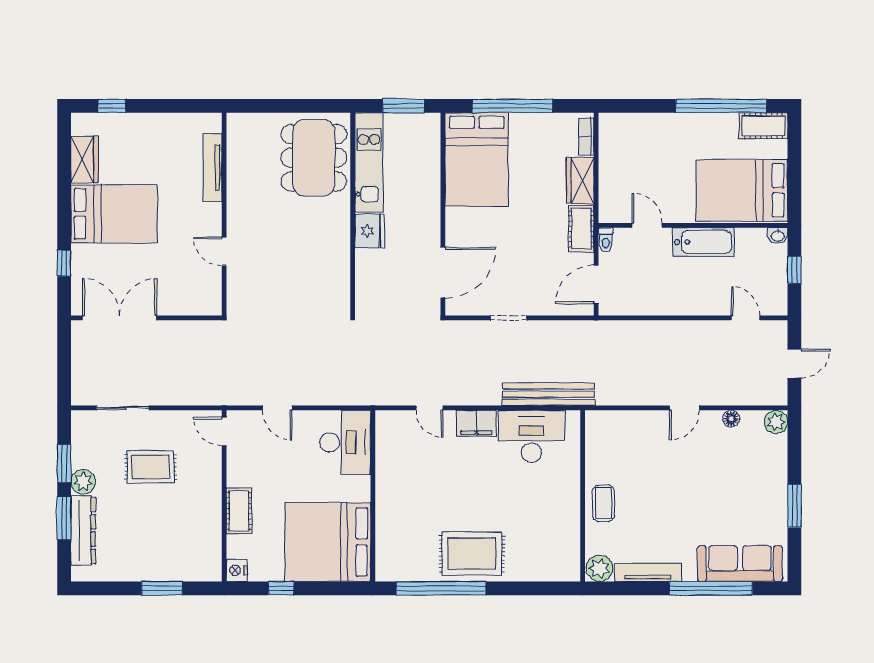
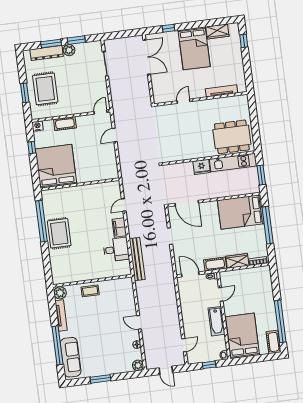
desk: (531, 436) -> (116, 250), width x0.73
desk: (345, 442) -> (103, 168), removed
rug: (151, 467) -> (45, 89), moved, width x1.36, depth x1.43

